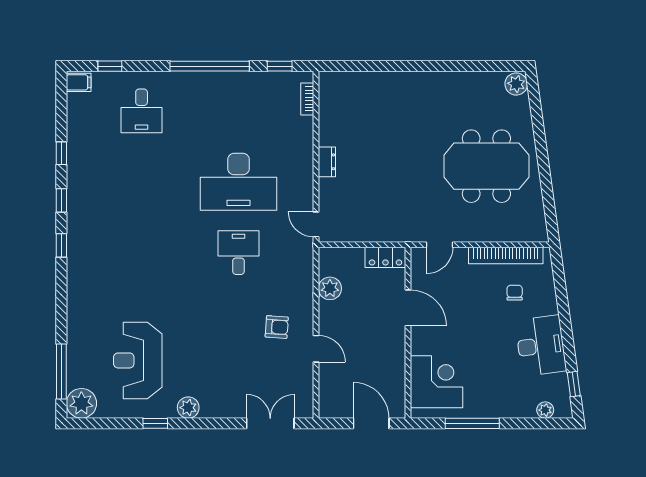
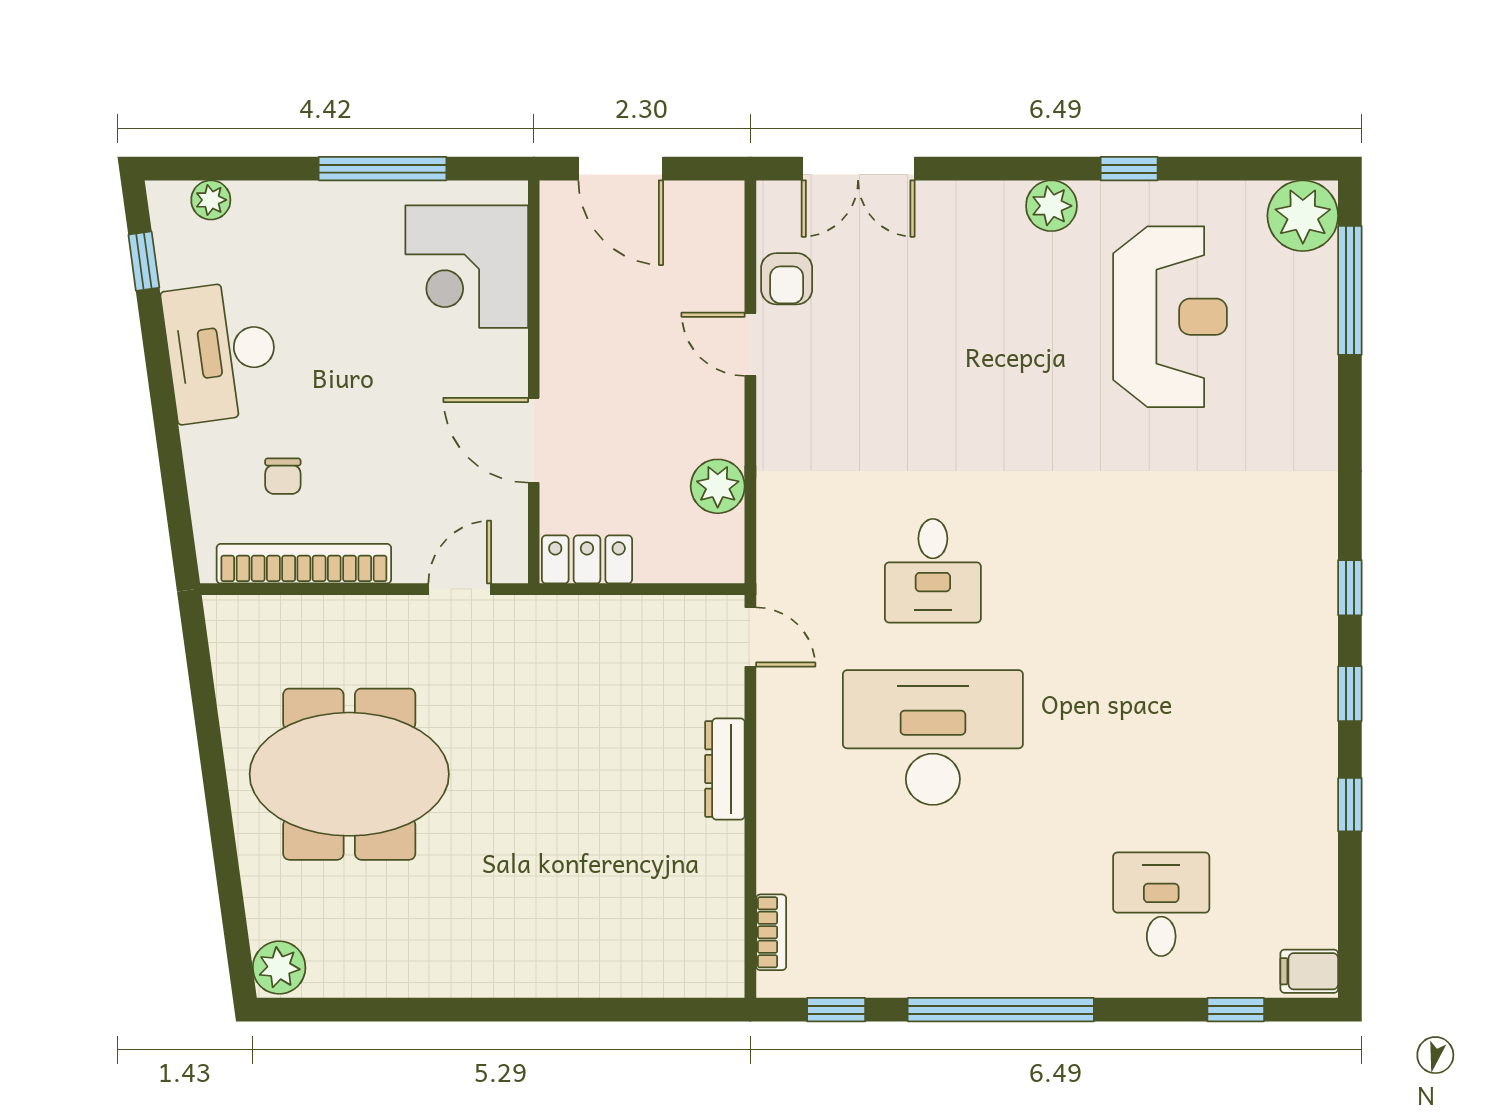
dresser: (327, 162) -> (725, 769), width x1.44
armchair: (277, 327) -> (787, 279), moved, turned -94

